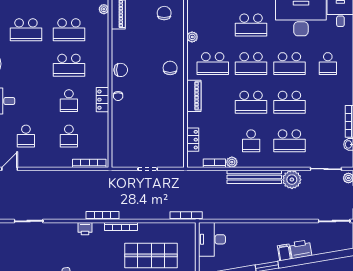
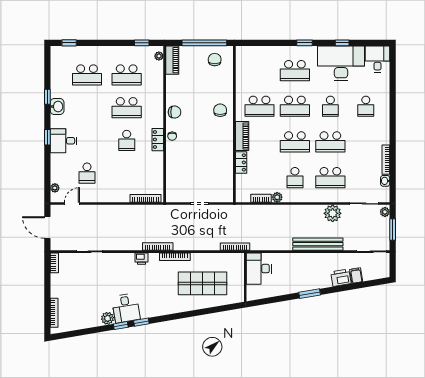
plant: (192, 37) -> (241, 82), removed
school desk: (289, 64) -> (330, 106), width x0.54
school desk: (69, 136) -> (127, 173), removed
locker: (193, 140) -> (241, 162), moved
bench: (254, 177) -> (318, 244), moved
filing cabinet: (284, 252) -> (356, 275), moved

